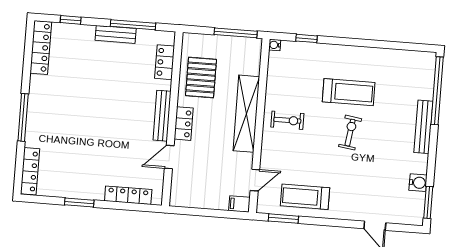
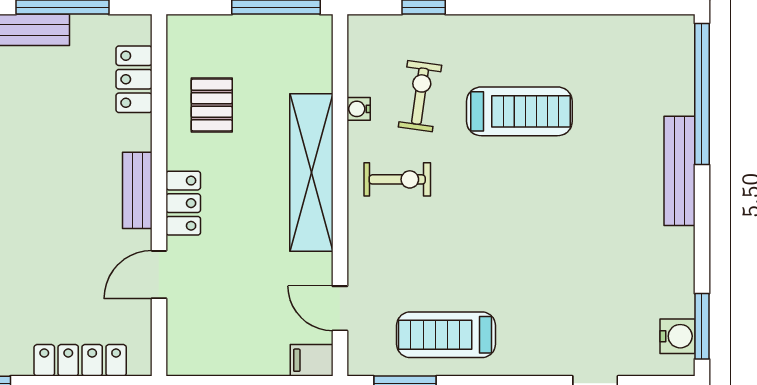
water cooler: (275, 45) -> (359, 109), moved
pallet: (201, 77) -> (212, 105), width x0.67, depth x0.71
bench: (162, 116) -> (137, 190), width x0.73
exercise bike: (350, 133) -> (420, 96), moved
door: (255, 180) -> (340, 308), swing flipped
water cooler: (418, 183) -> (677, 336), moved

